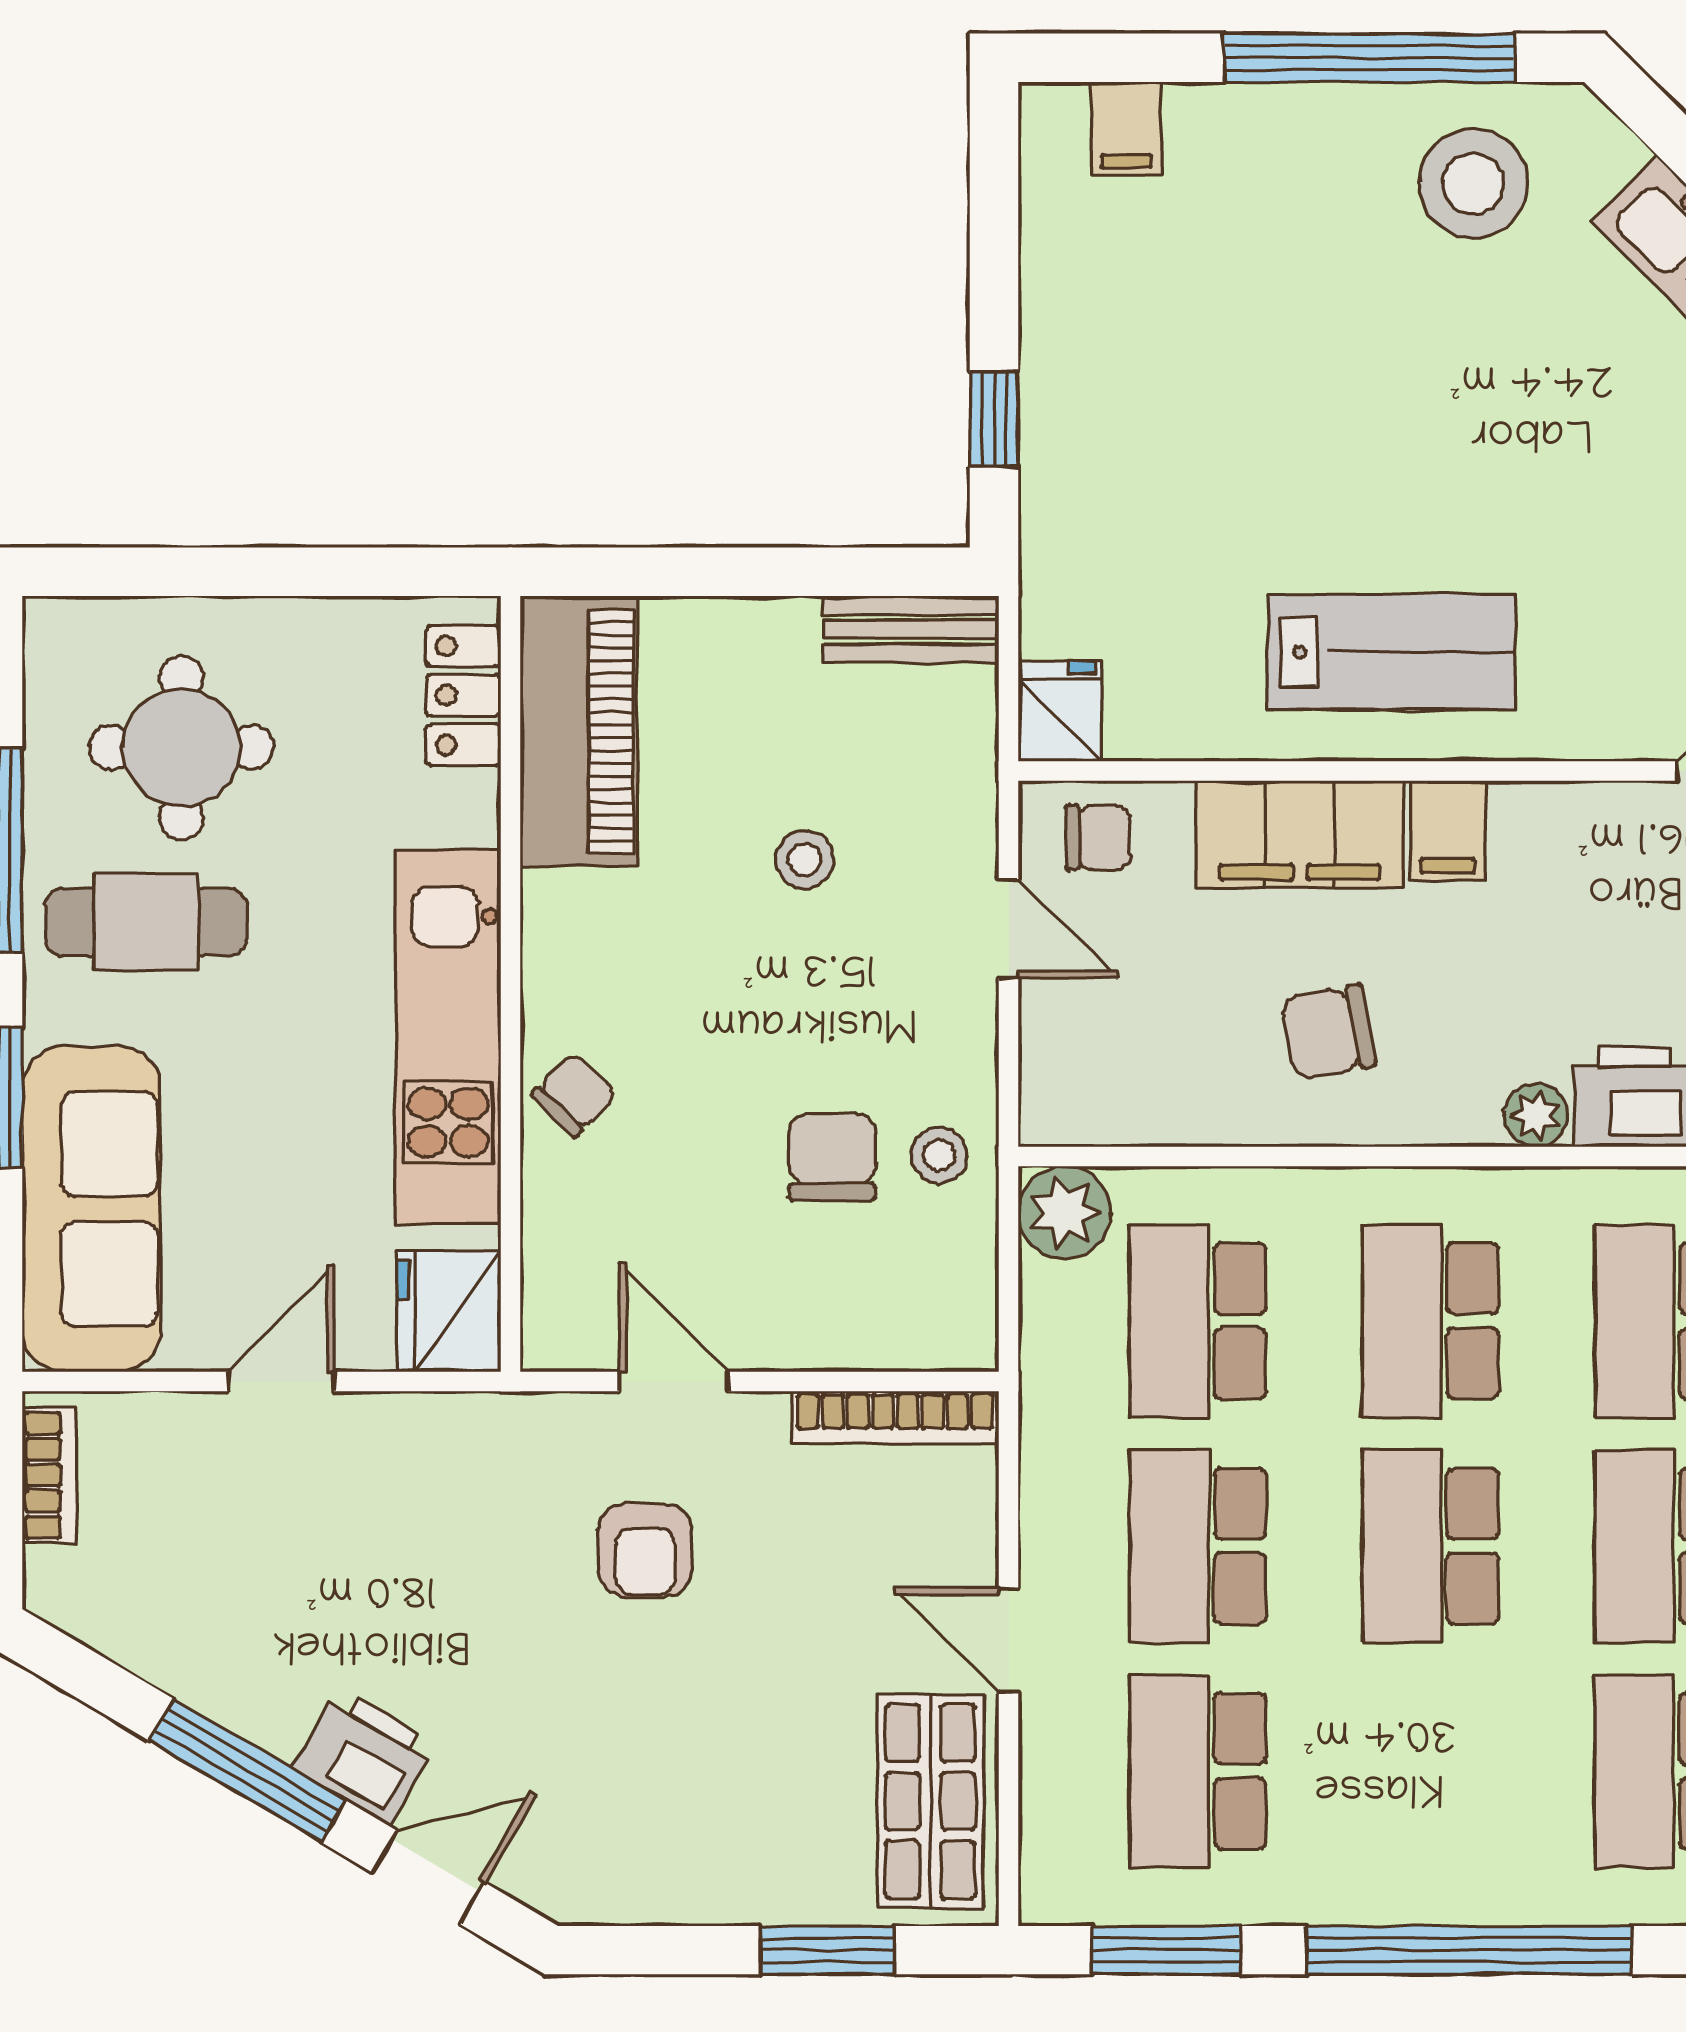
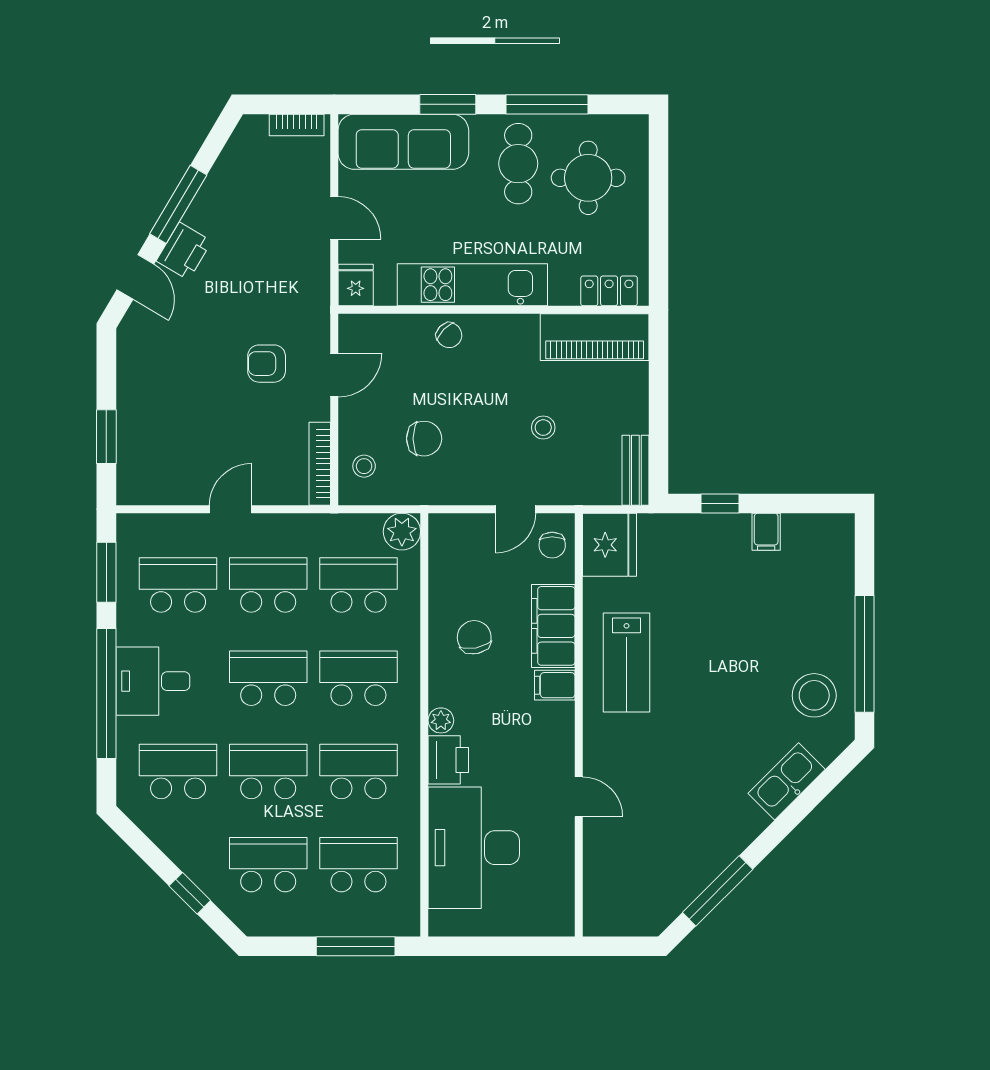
filing cabinet: (1126, 128) -> (766, 532), moved, turned -90
fridge: (1060, 711) -> (609, 545), width x1.88, depth x1.34
stool: (939, 1155) -> (364, 466), moved
fridge: (449, 1311) -> (356, 285), width x0.72
shop shelf: (930, 1801) -> (166, 478), removed
desk: (1438, 1834) -> (153, 681), added

